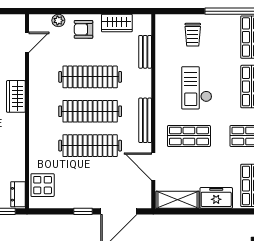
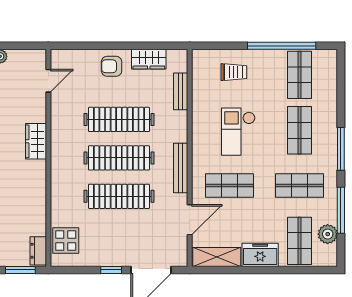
plant: (58, 20) -> (83, 56), removed
trolley: (193, 35) -> (234, 72), turned -90
door: (153, 167) -> (190, 220), swing flipped

